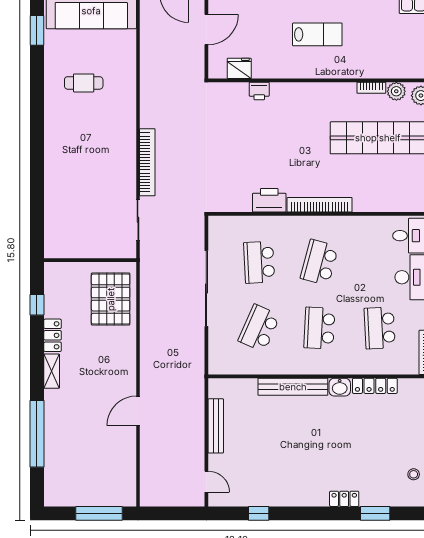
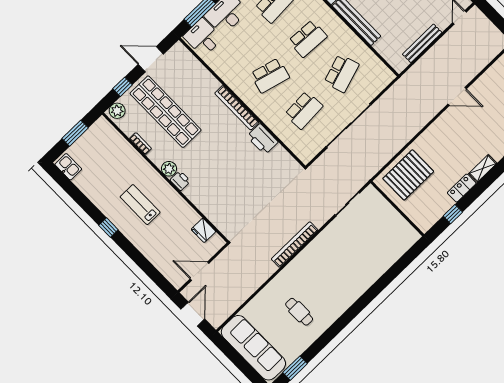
printer: (259, 91) -> (180, 181), moved
plant: (396, 91) -> (169, 169), moved
bookcase: (147, 162) -> (295, 245), moved
school desk: (259, 328) -> (342, 73), turned -42

